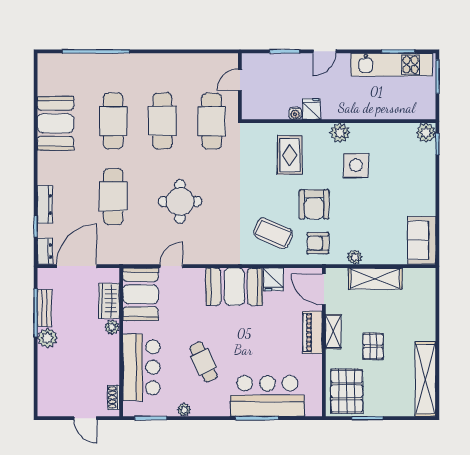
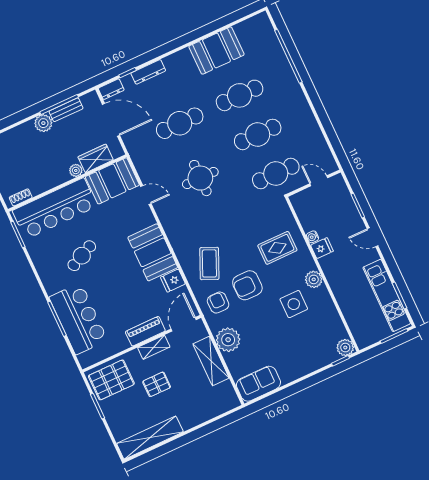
plant: (355, 257) -> (228, 340), width x1.88, depth x1.88
bar counter: (141, 367) -> (55, 208), width x1.36
plant: (184, 410) -> (37, 258), removed

